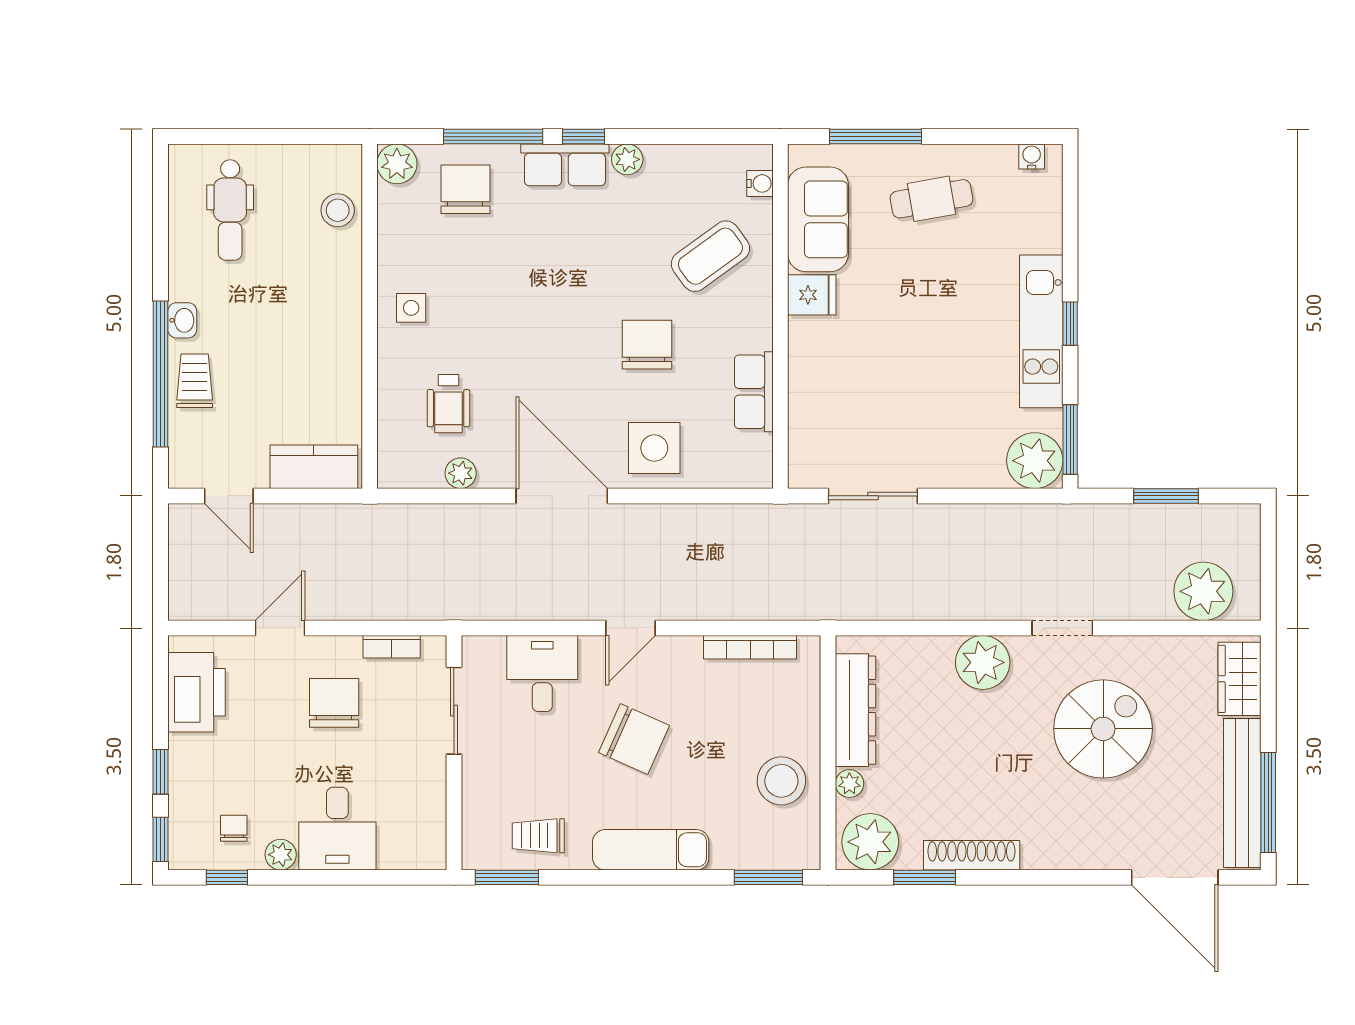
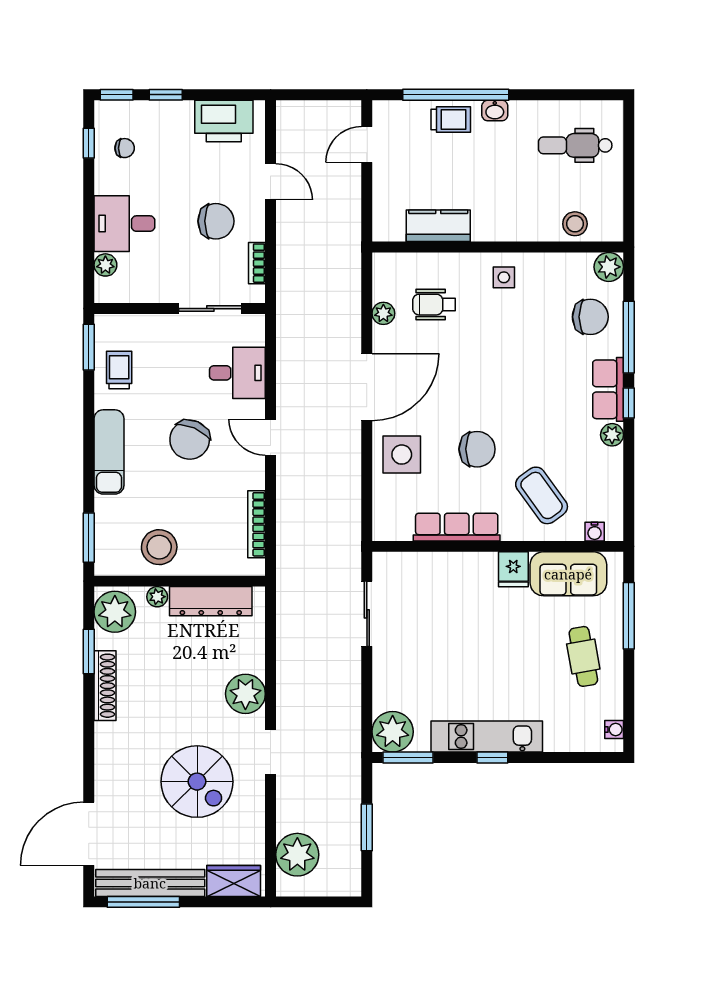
row of seats: (754, 392) -> (457, 527), width x1.48
kitchen counter: (314, 467) -> (438, 226), moved, turned -90
plant: (281, 855) -> (105, 265), moved

